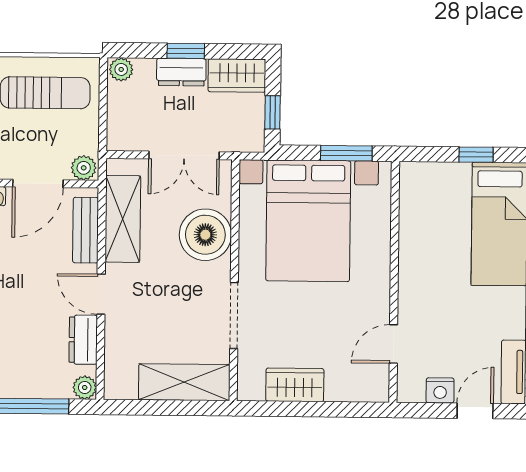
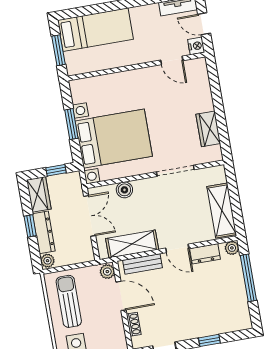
dresser: (181, 72) -> (44, 232), width x1.44
window: (476, 155) -> (58, 50), width x1.50
boiler: (205, 235) -> (124, 190), width x0.54, depth x0.54
wall: (394, 282) -> (136, 67), moved
door: (101, 294) -> (177, 248), hinge flipped
door: (393, 344) -> (172, 60), moved
shelving: (184, 382) -> (222, 210), moved

